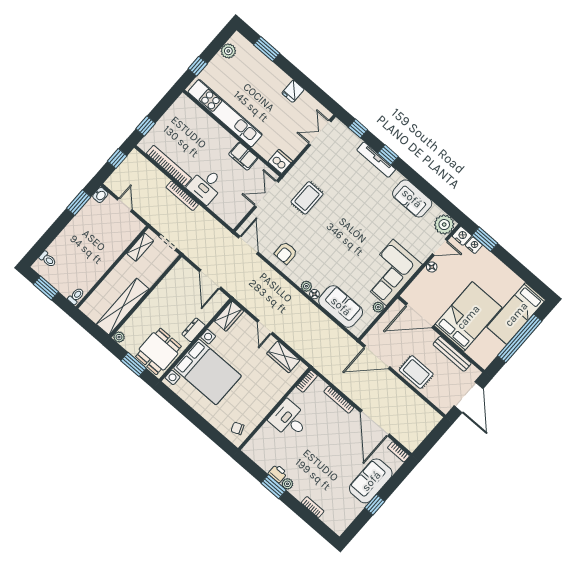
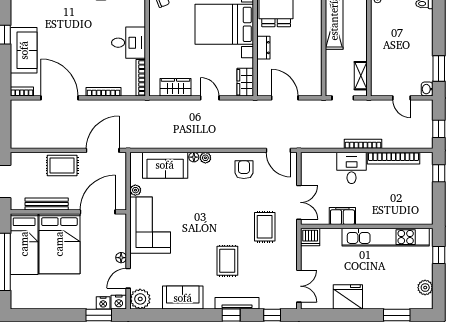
fridge: (293, 91) -> (348, 297), width x1.88, depth x1.34
rug: (356, 197) -> (227, 261), added
bed: (516, 314) -> (24, 244), moved, turned 180
bookcase: (307, 381) -> (141, 78), width x1.56

